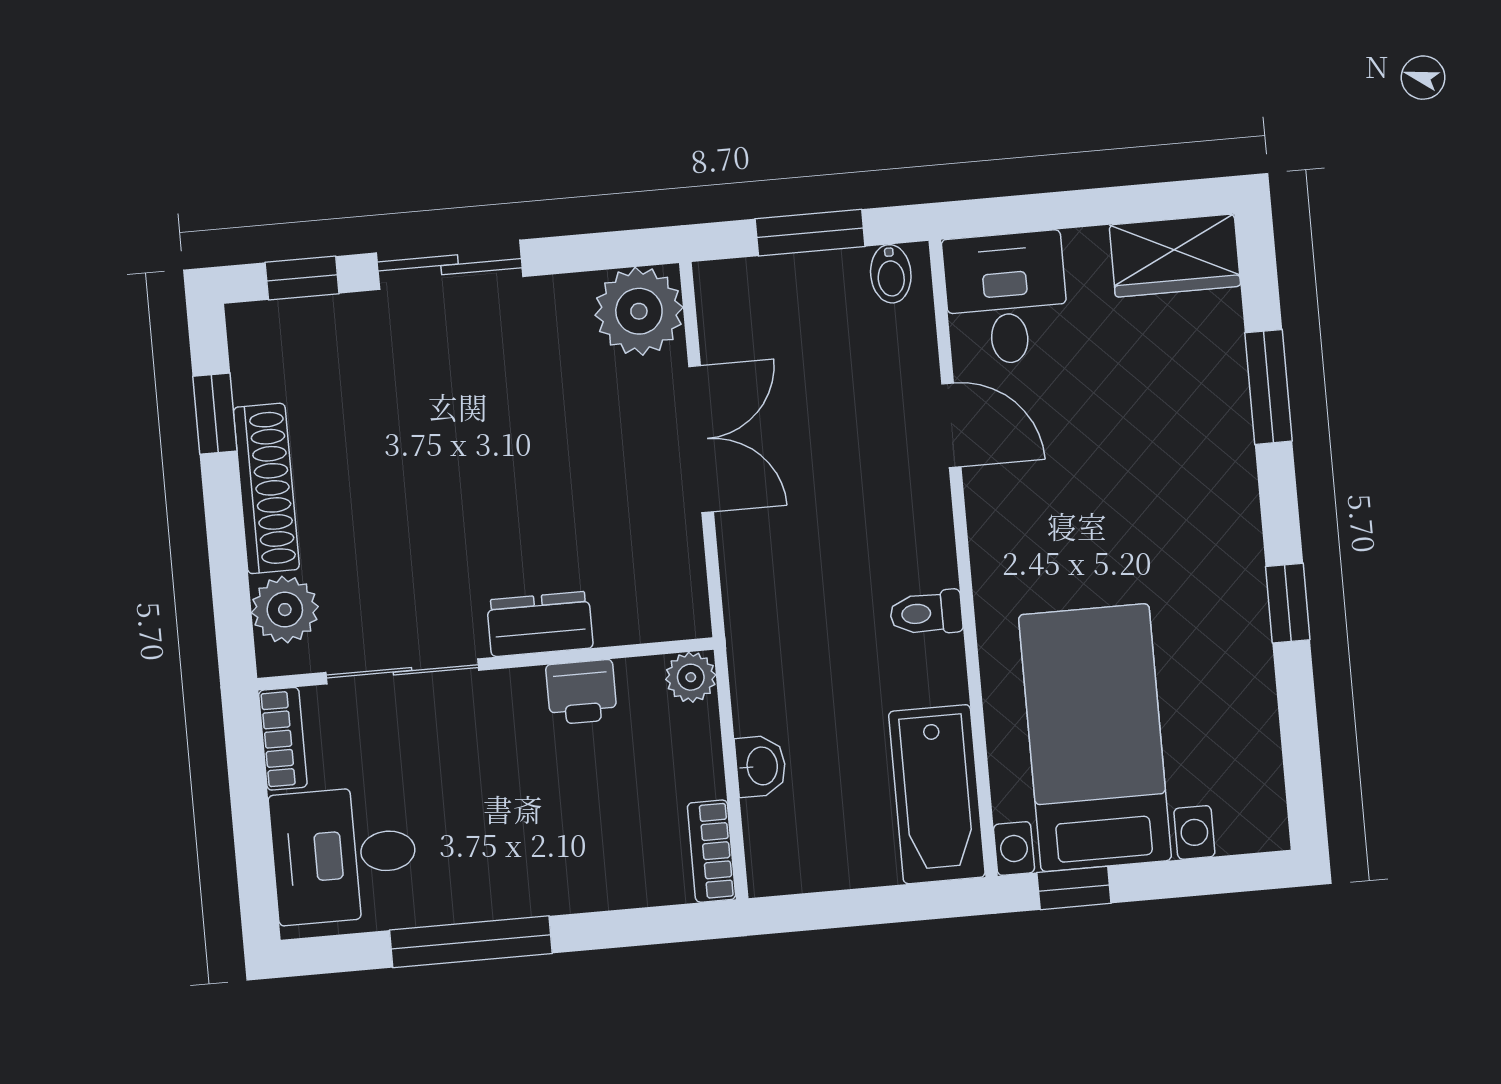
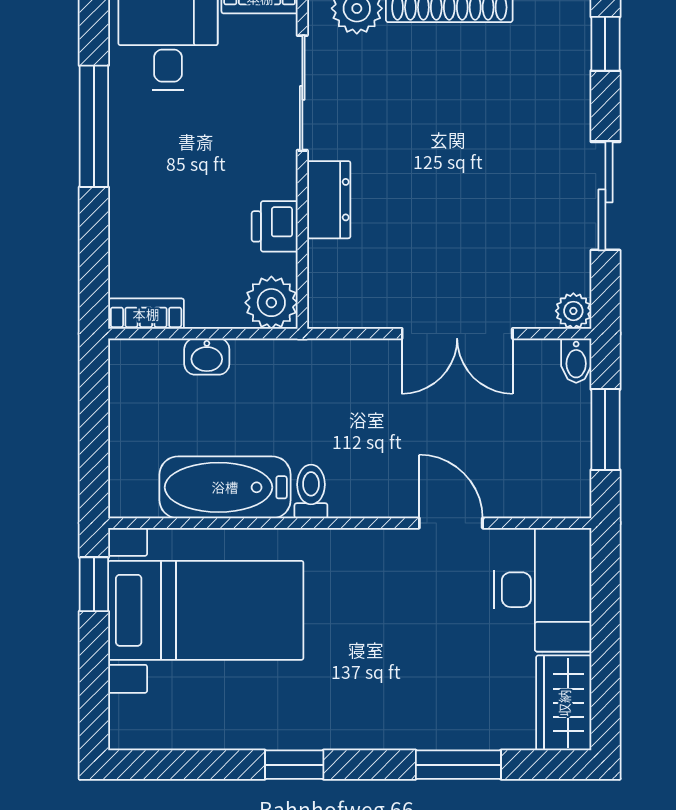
sliding door: (450, 265) -> (605, 196), moved
bidet: (891, 274) -> (576, 361), moved, turned -90
desk: (1006, 298) -> (543, 590), width x1.37
plant: (639, 311) -> (573, 311), width x0.53, depth x0.53
door: (951, 425) -> (451, 523), swing flipped
plant: (691, 677) -> (271, 303), width x1.38, depth x1.38
bathtub: (937, 794) -> (225, 487), moved

